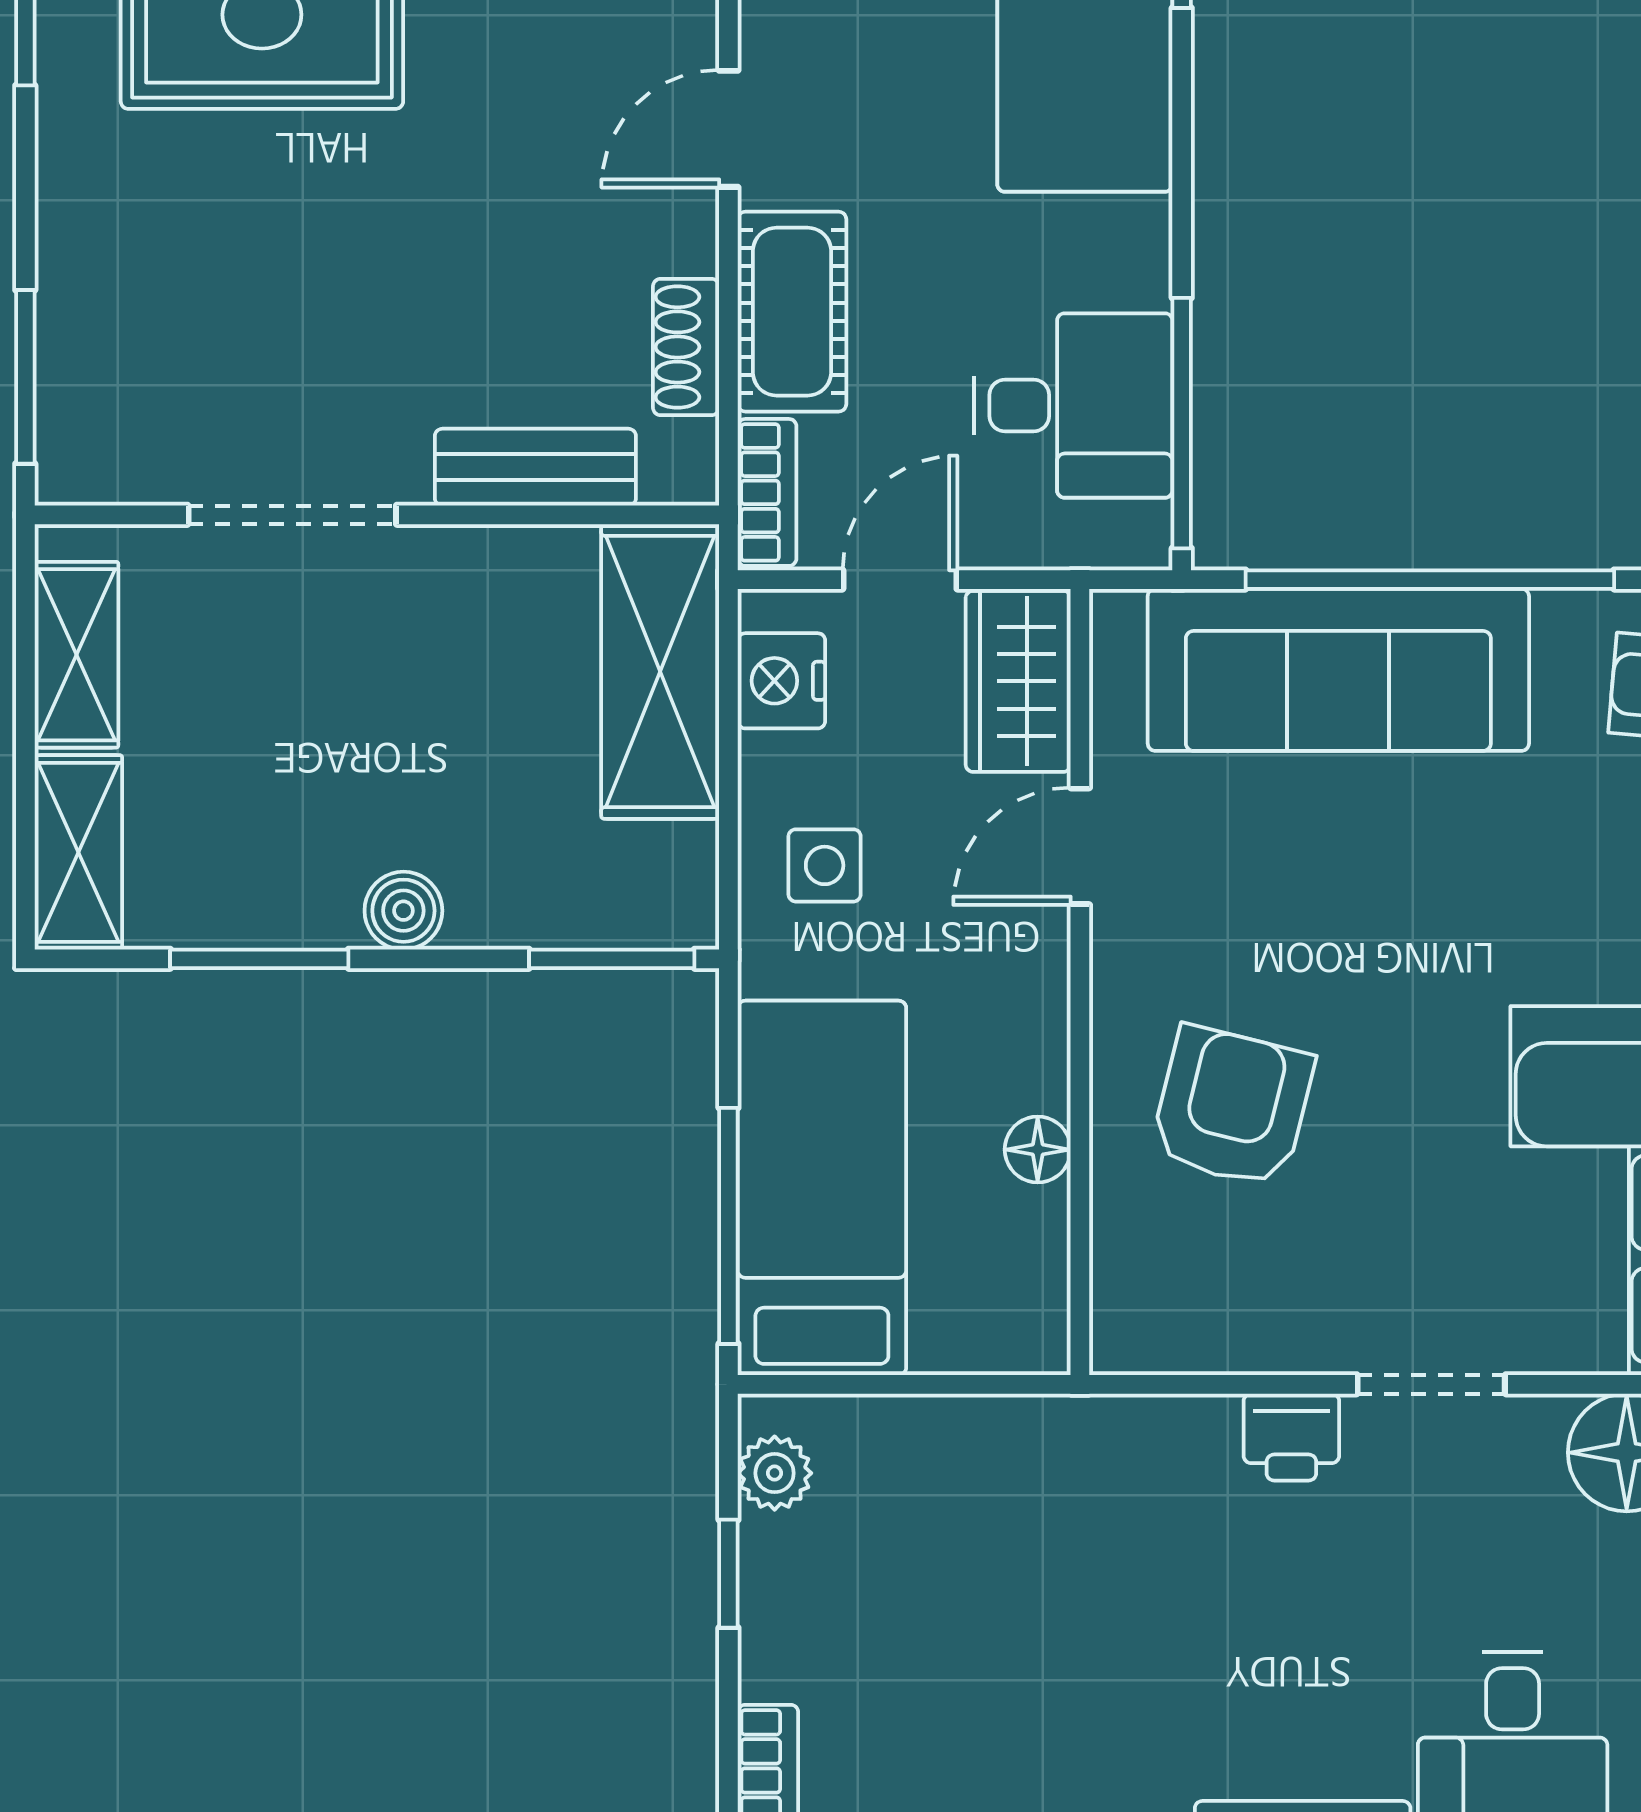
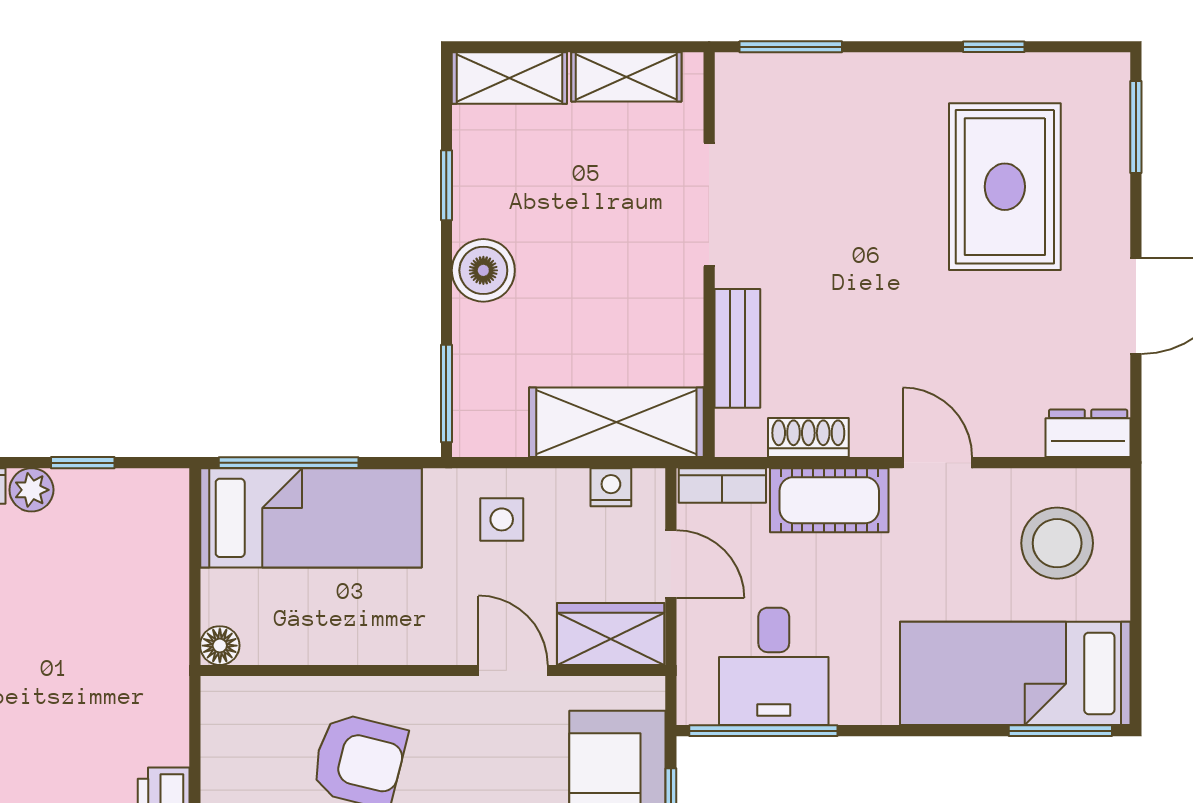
nightstand: (781, 681) -> (611, 487), width x0.72, depth x0.74
boiler: (403, 911) -> (483, 270), width x1.36, depth x1.36
window: (259, 959) -> (446, 185), width x0.67
floor lamp: (1038, 1150) -> (220, 646), moved
plant: (775, 1473) -> (31, 490), moved

